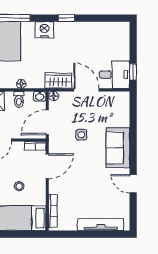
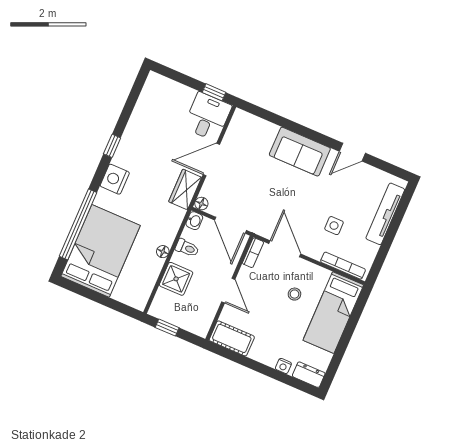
floor lamp: (21, 84) -> (163, 252), moved
side table: (81, 135) -> (334, 226), moved

